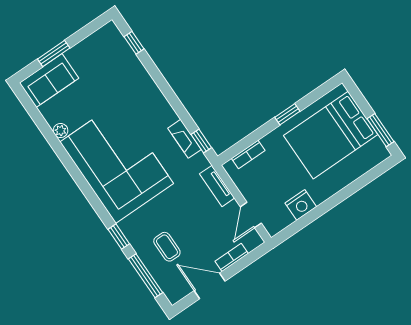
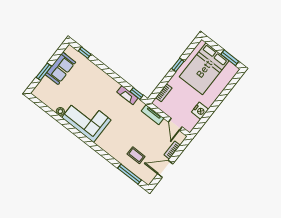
sofa: (49, 81) -> (60, 68), moved
corner sofa: (117, 163) -> (86, 119), width x0.73, depth x0.74
window: (119, 237) -> (109, 158), removed

